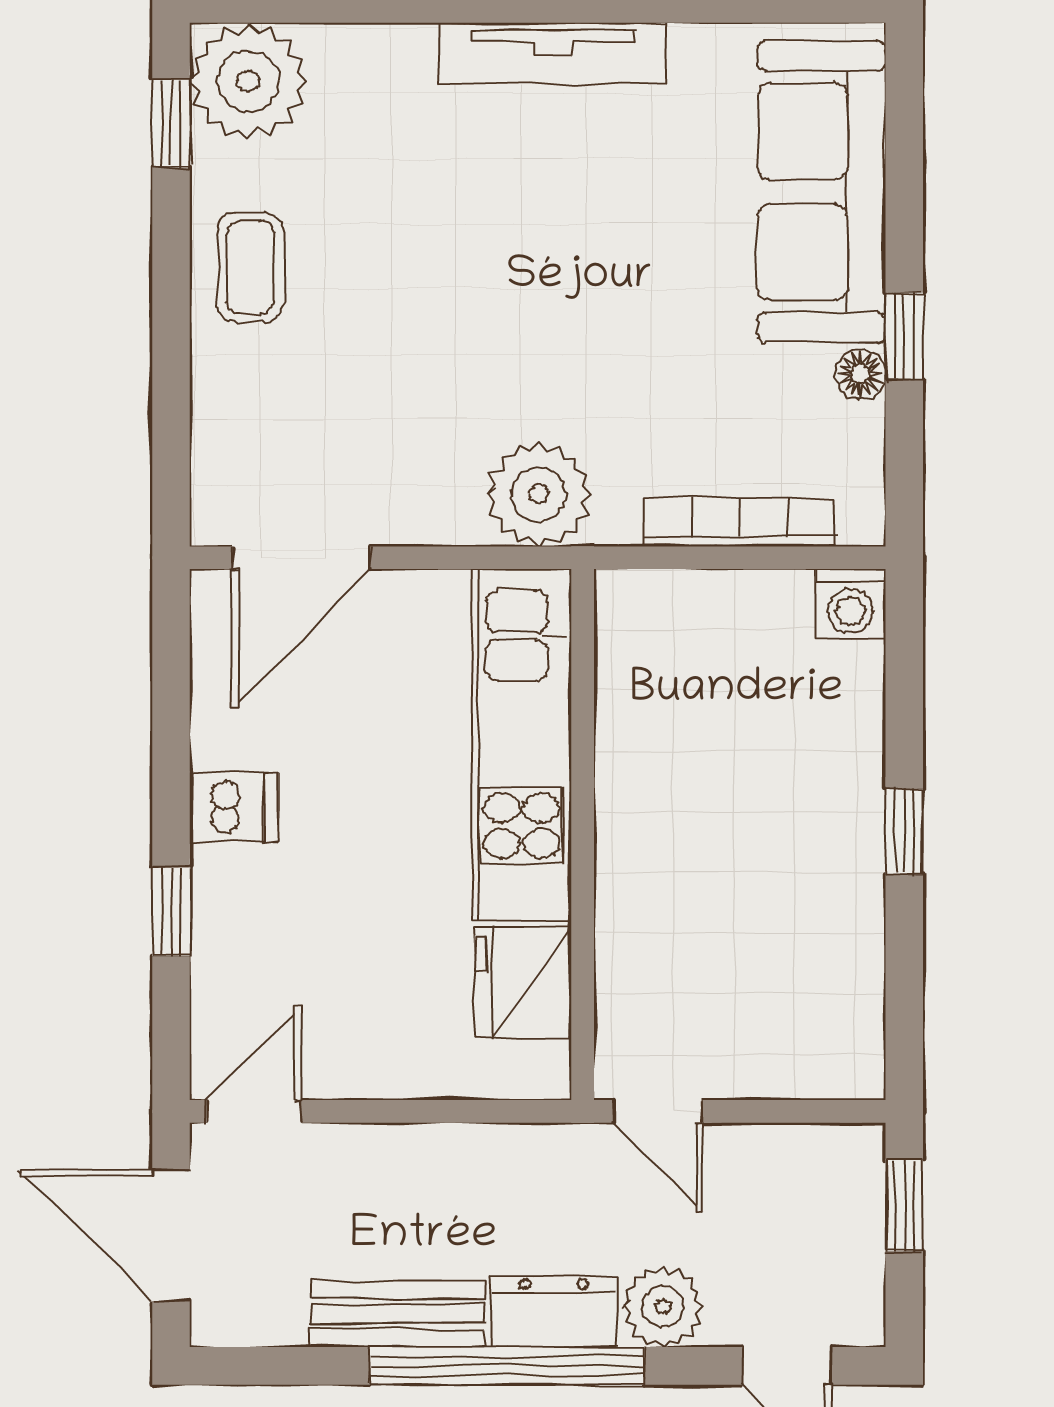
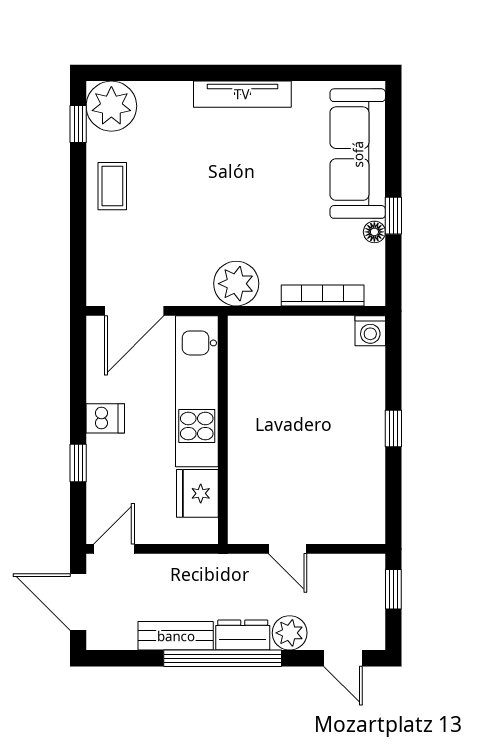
kitchen unit: (522, 745) -> (197, 391), moved
wall: (583, 835) -> (223, 430), moved
fridge: (523, 983) -> (197, 493), moved

